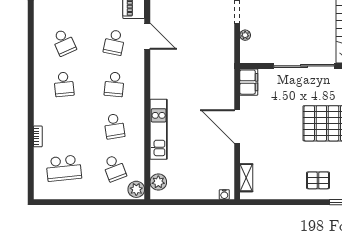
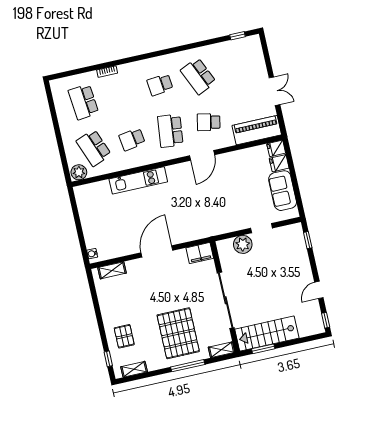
plant: (245, 35) -> (243, 244), width x1.88, depth x1.88
door: (147, 36) -> (202, 155), moved
school desk: (64, 42) -> (198, 76), width x1.85
school desk: (114, 84) -> (170, 131), width x1.85
school desk: (114, 168) -> (94, 148), width x1.85
plant: (158, 182) -> (90, 191), removed

